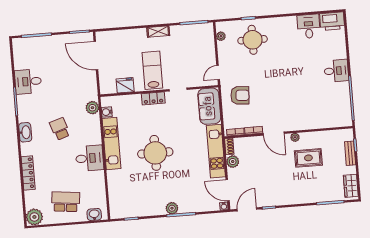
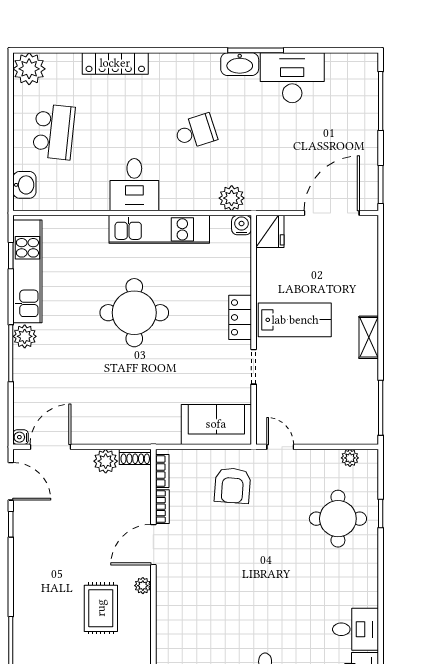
desk: (28, 82) -> (292, 78), width x1.37
fridge: (125, 85) -> (270, 231), moved
water cooler: (107, 112) -> (242, 225), moved
washbasin: (25, 132) -> (240, 64), moved
kitchen unit: (216, 151) -> (27, 271), moved, turned 90

